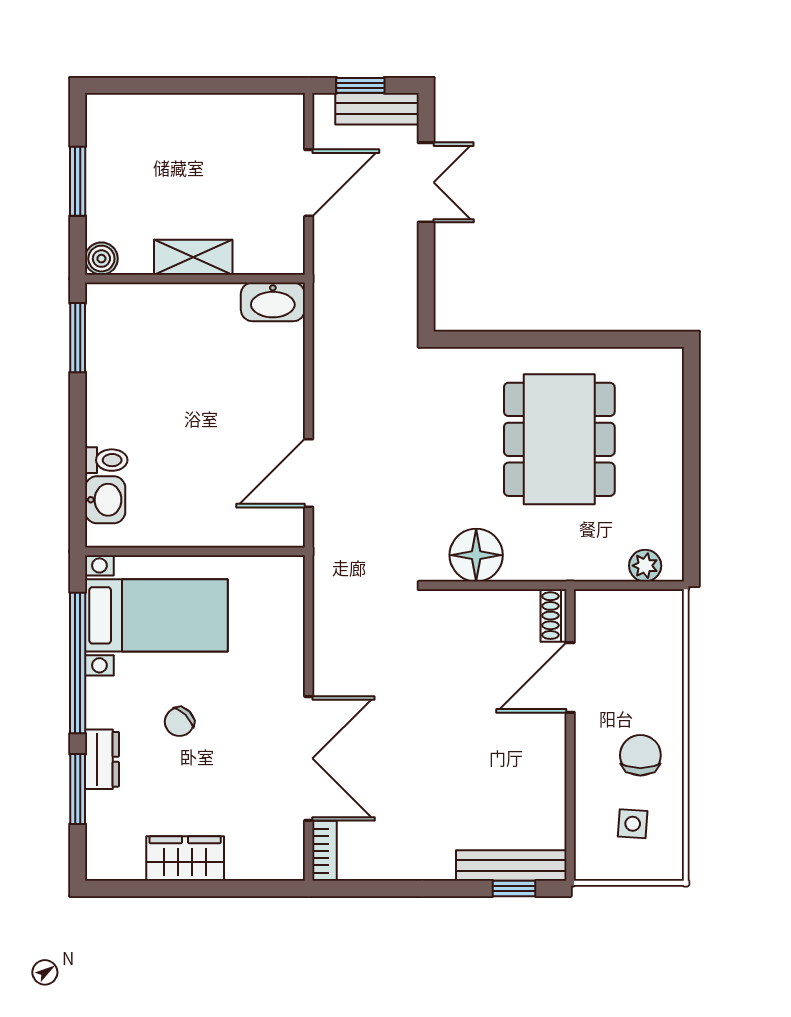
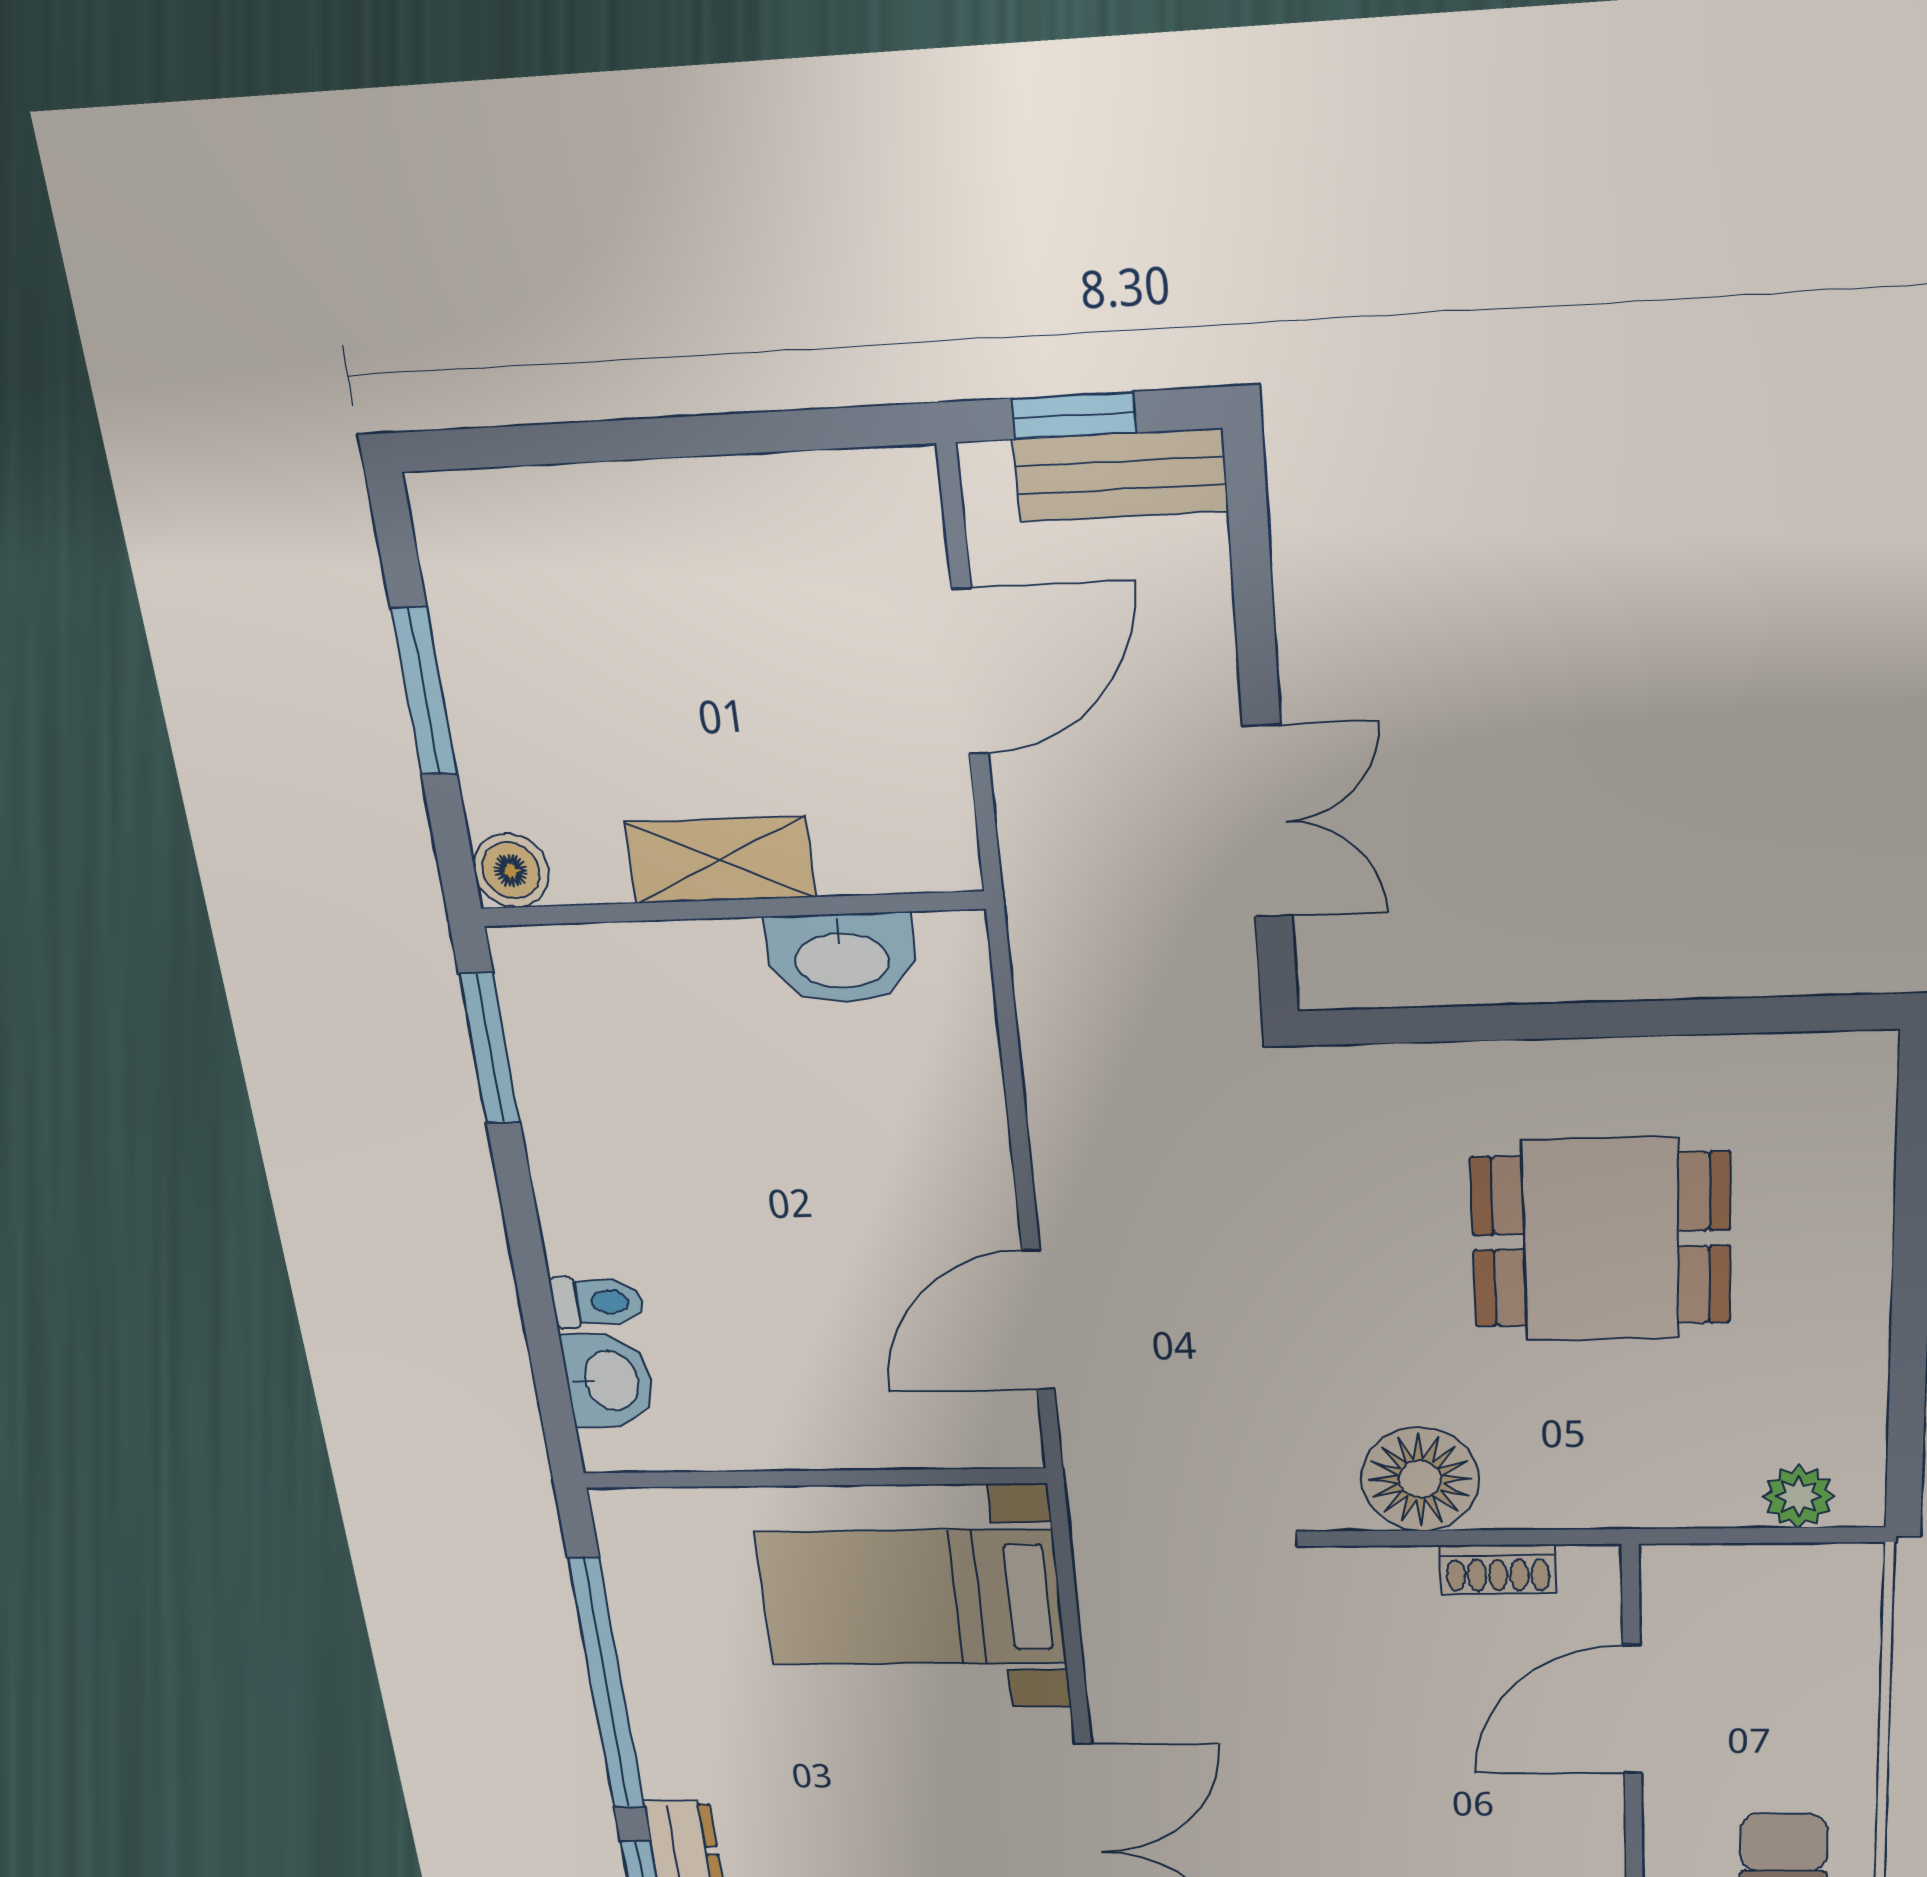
double door: (426, 182) -> (1268, 822), moved
washbasin: (273, 302) -> (842, 958), moved
dining table: (559, 439) -> (1601, 1240), width x0.73
bed with nightstands: (156, 615) -> (911, 1598), moved, turned 180
shoe rack: (554, 616) -> (1498, 1569), moved, turned -90
chair: (179, 722) -> (827, 1787), removed

